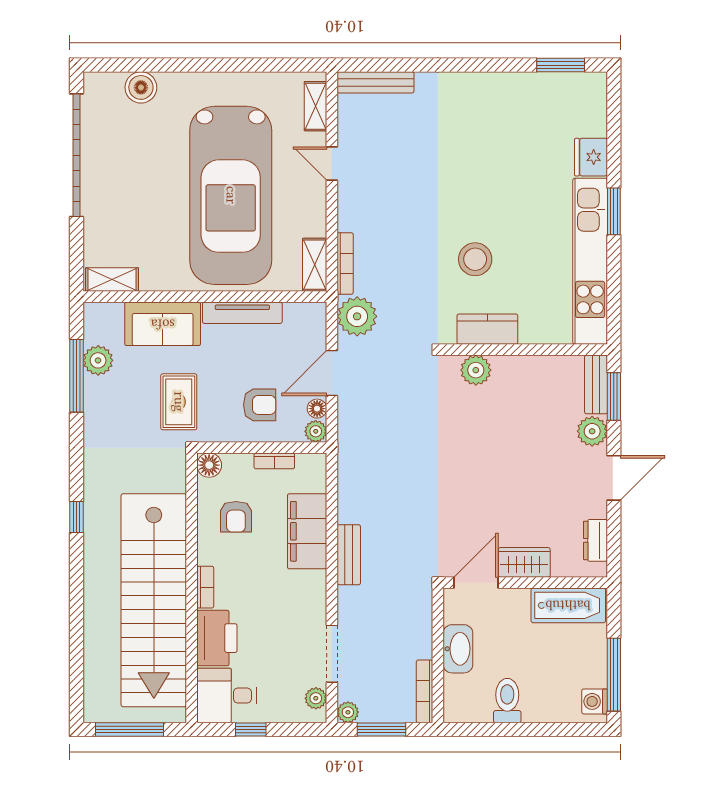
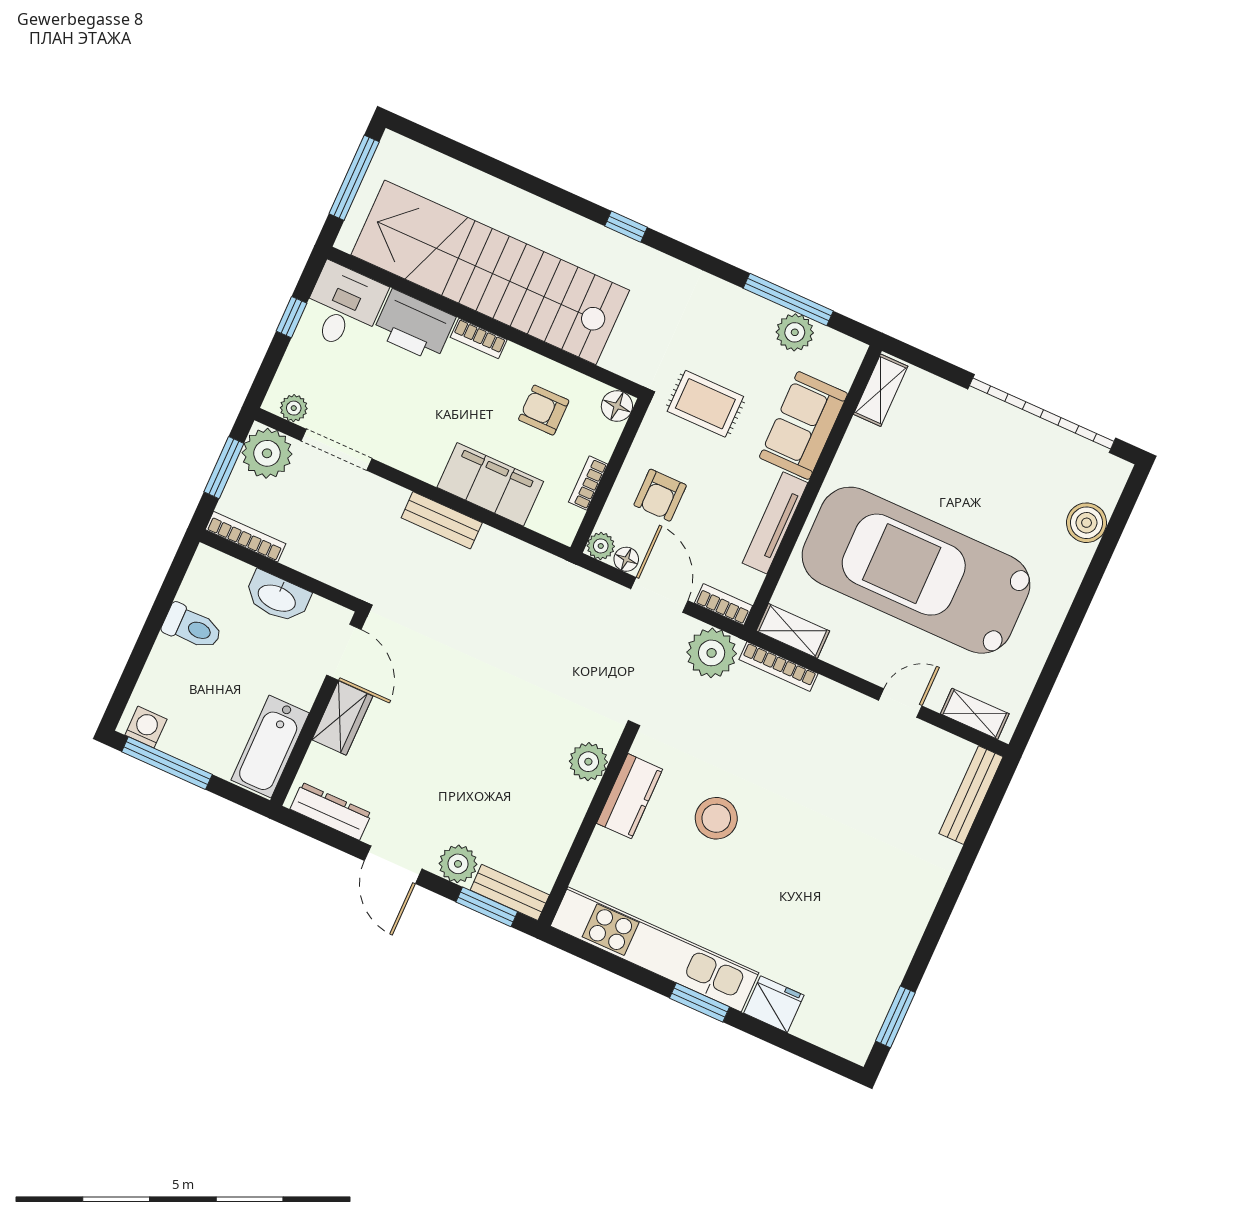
bookcase: (318, 323) -> (724, 604), added
dresser: (595, 540) -> (331, 811), width x1.44
plant: (348, 712) -> (267, 453), width x1.87, depth x1.87

